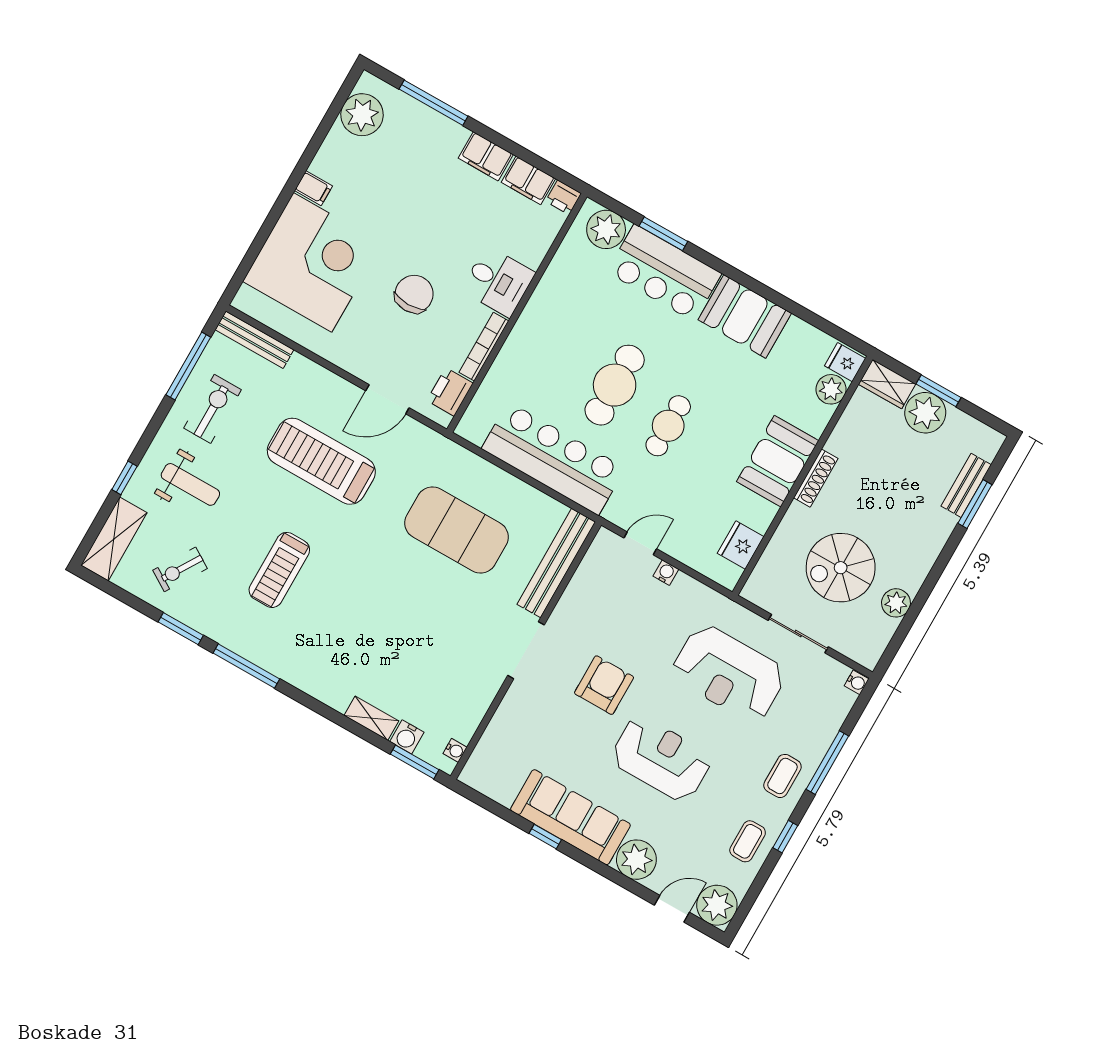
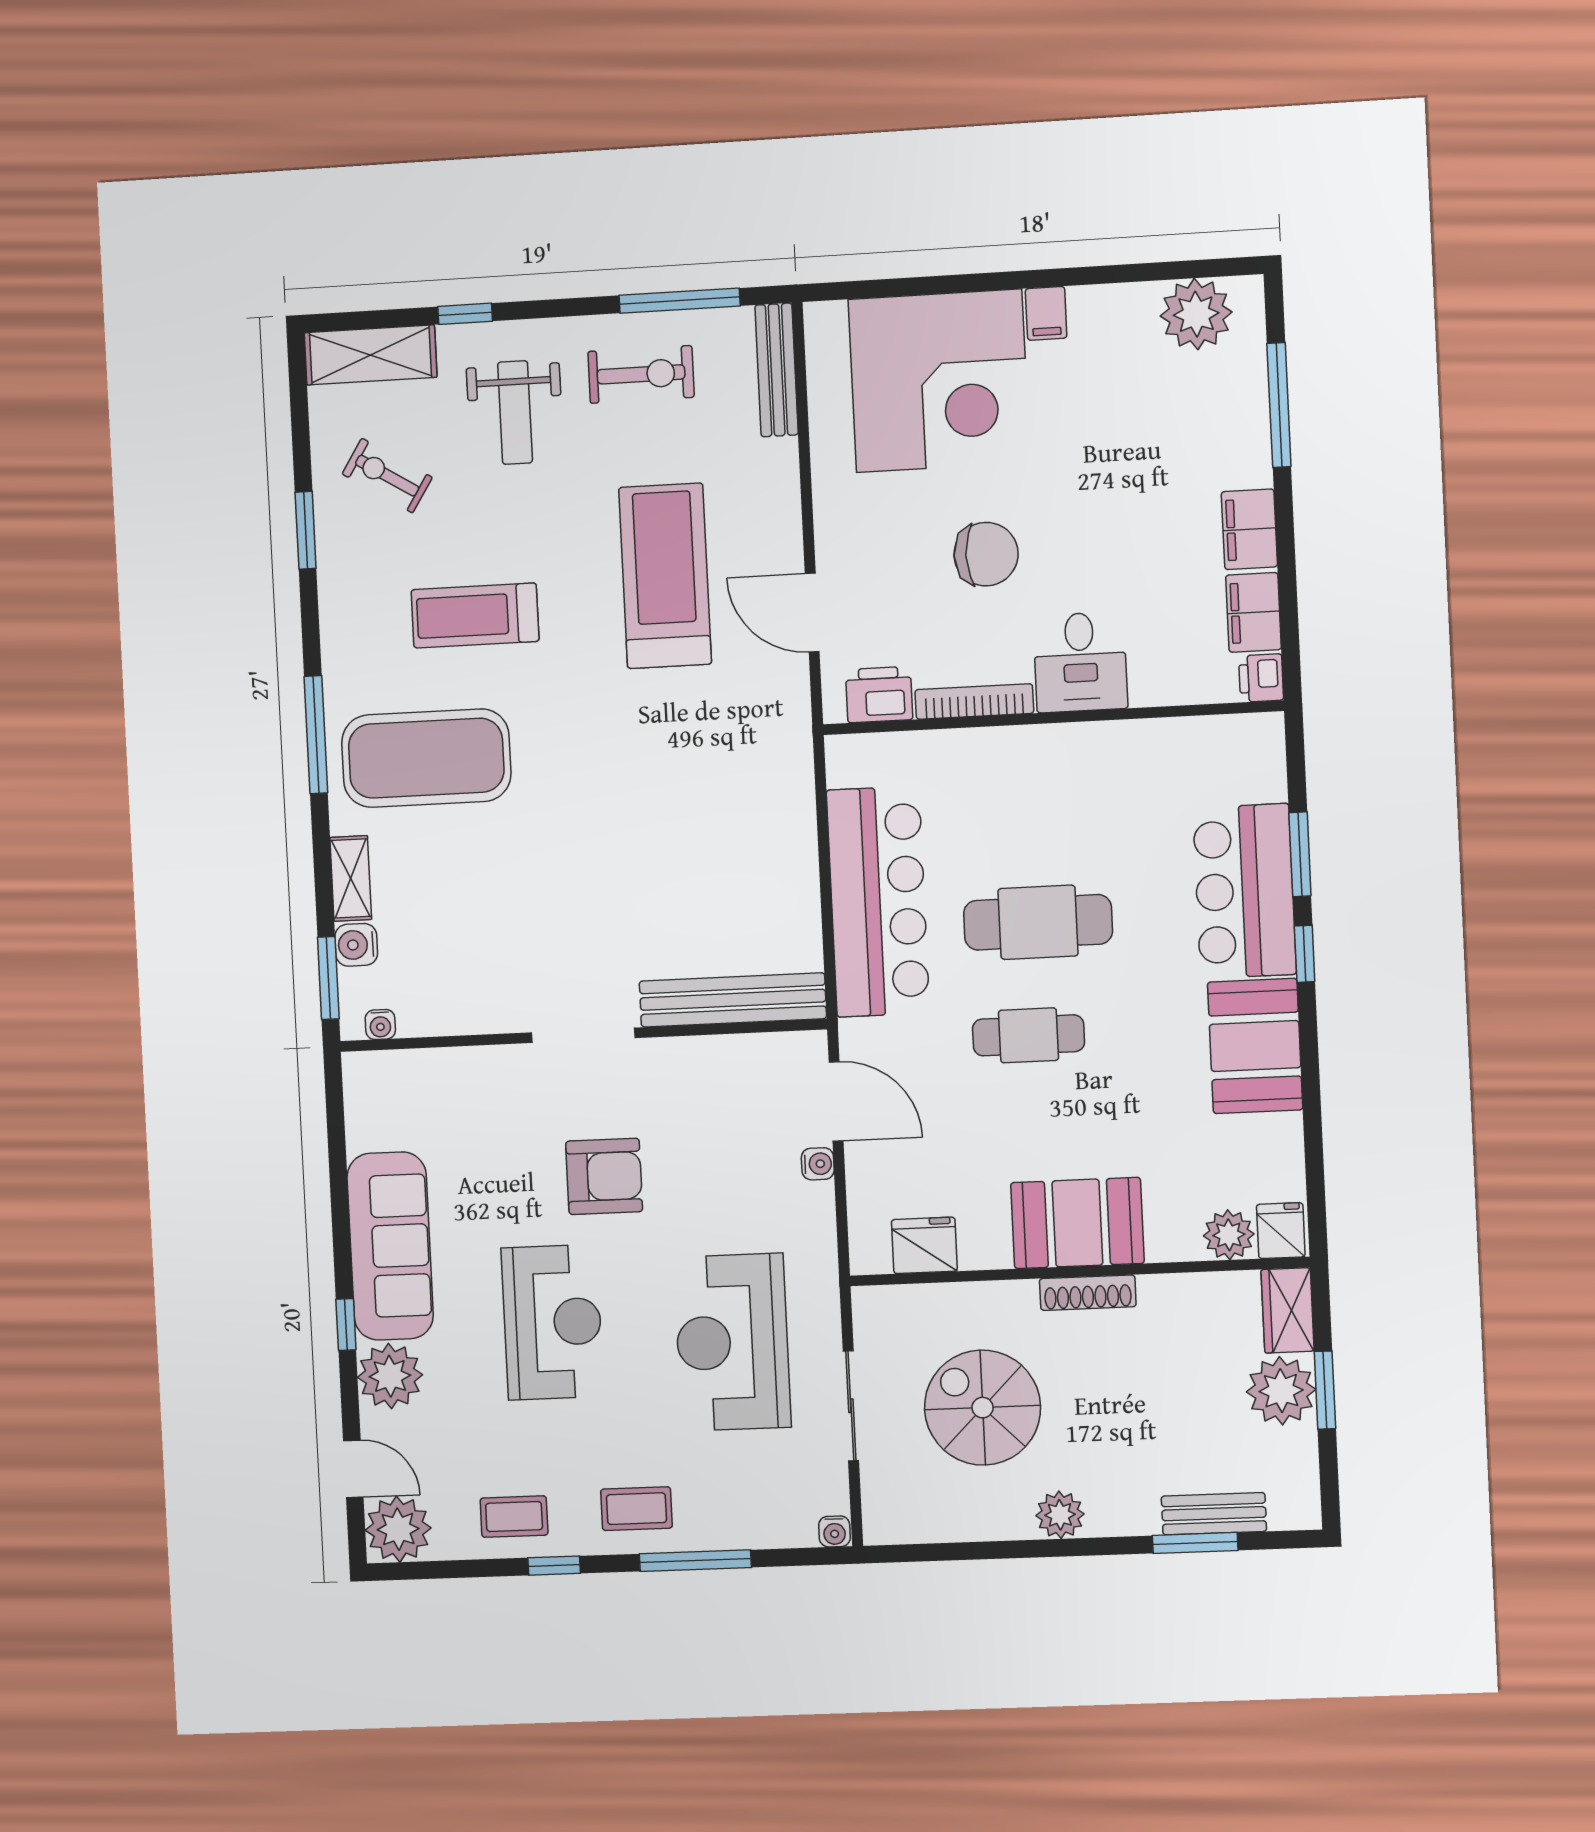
plant: (606, 229) -> (1254, 768), removed
window: (714, 263) -> (1305, 954), added
exercise mat: (457, 530) -> (426, 758), moved, turned 90
door: (640, 543) -> (836, 1101), width x1.38
plant: (896, 603) -> (1060, 1515), moved
window: (246, 666) -> (316, 735), moved
window: (545, 837) -> (346, 1325), moved

